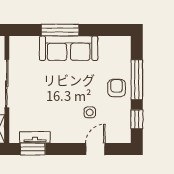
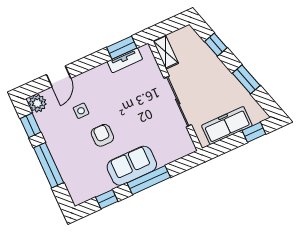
window: (102, 30) -> (107, 199), added
sofa: (69, 48) -> (132, 166), width x0.73
armchair: (117, 88) -> (102, 135), moved, turned 180
plant: (123, 135) -> (37, 103), added

